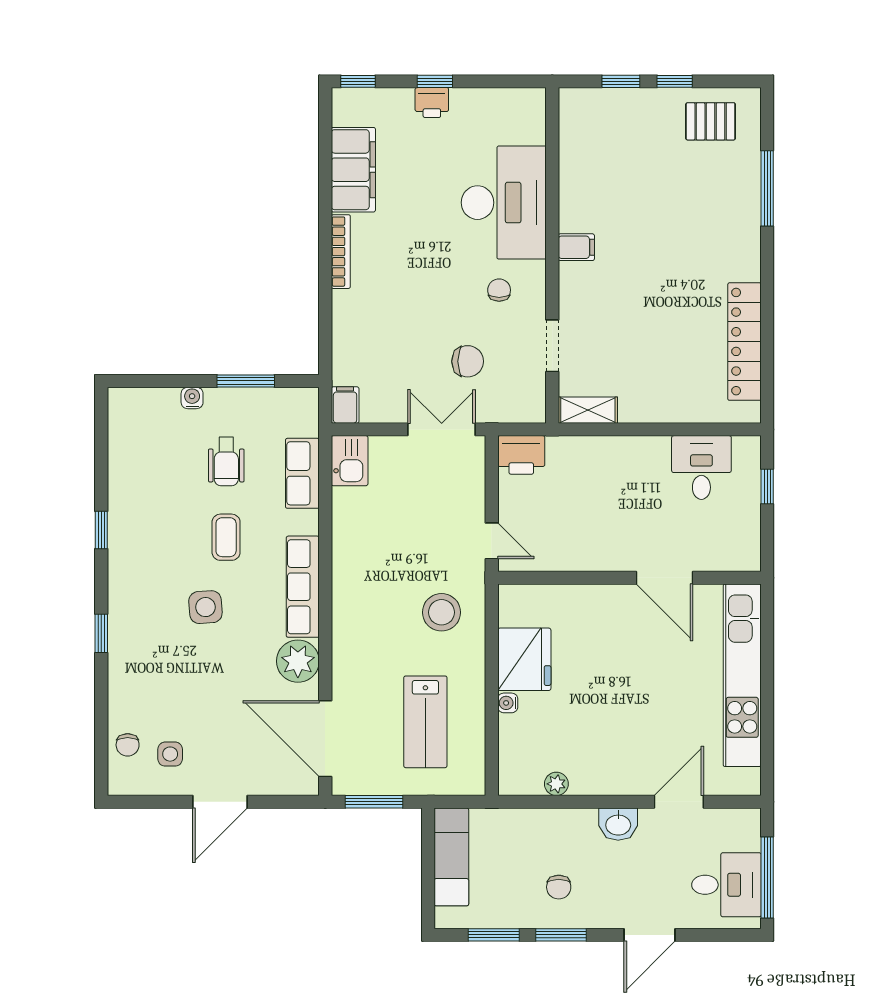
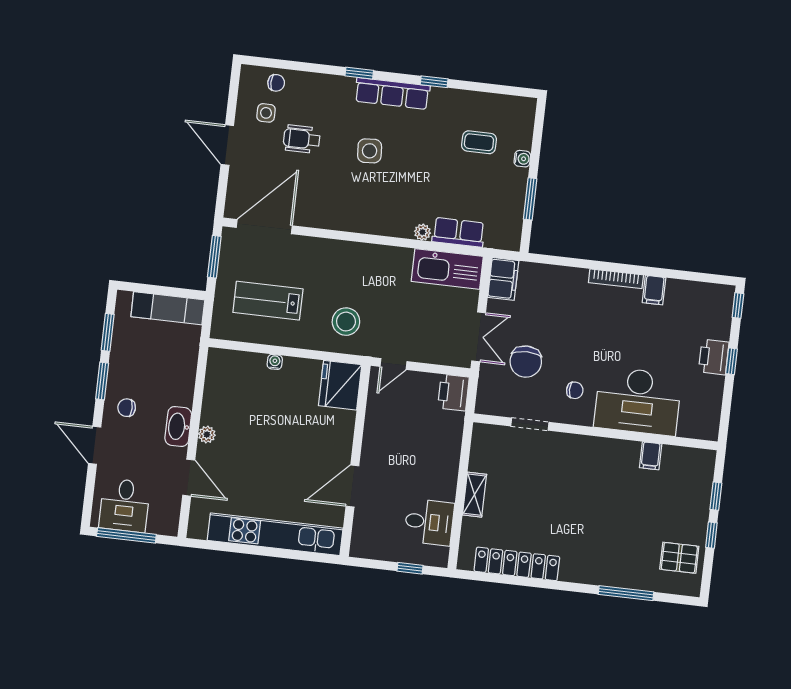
printer: (432, 103) -> (714, 357), width x1.36, depth x1.24
pallet: (711, 121) -> (679, 558), turned 90
filing cabinet: (353, 170) -> (654, 290), width x0.33, depth x0.86
filing cabinet: (576, 247) -> (651, 456), moved
chair: (468, 361) -> (526, 362), width x1.37, depth x1.37
filing cabinet: (345, 405) -> (503, 279), width x2.00
shelving: (588, 410) -> (475, 495), moved
kitchen sink: (350, 461) -> (447, 269), width x1.87, depth x1.24
wheelchair: (226, 462) -> (302, 139), moved
coffee table: (226, 537) -> (479, 142), moved
row of seats: (303, 587) -> (392, 93), moved, turned 180
fridge: (524, 659) -> (340, 385), moved, turned 90
plant: (298, 661) -> (422, 232), moved, width x0.53, depth x0.53
chair: (128, 745) -> (276, 83), turned 180
plant: (556, 784) -> (207, 435), moved
washbasin: (618, 824) -> (178, 426), width x1.38
chair: (559, 887) -> (127, 408), moved

